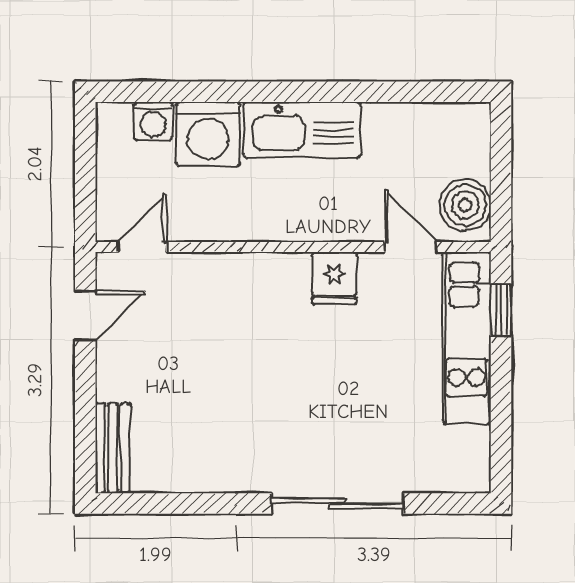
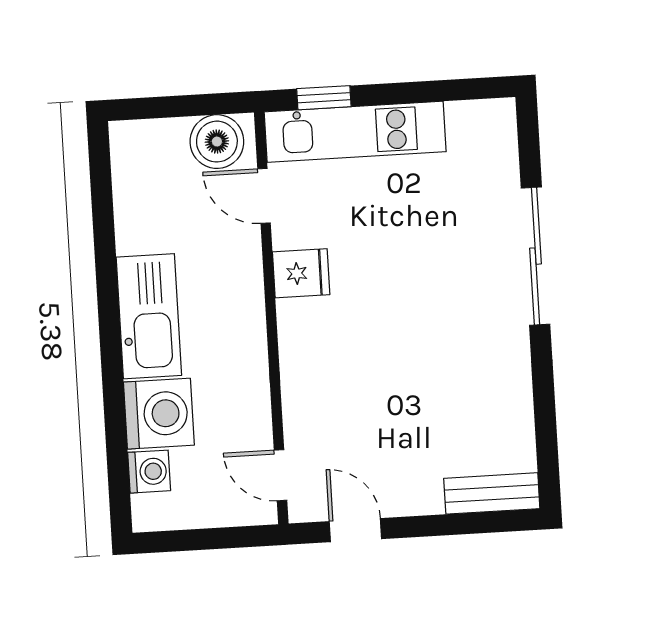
door: (410, 247) -> (264, 196), hinge flipped

